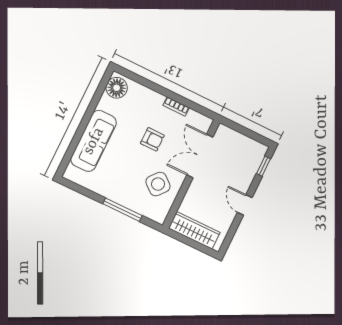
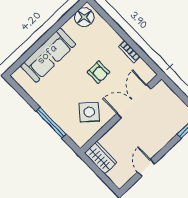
door: (245, 205) -> (146, 168), moved
wardrobe: (194, 230) -> (101, 158), width x0.67

